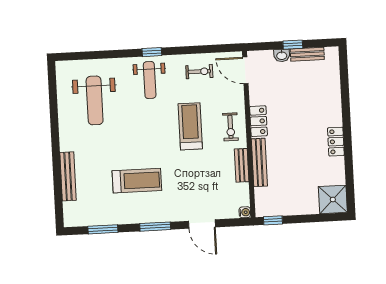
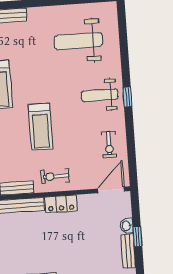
treadmill: (190, 126) -> (40, 127), moved, turned 90

